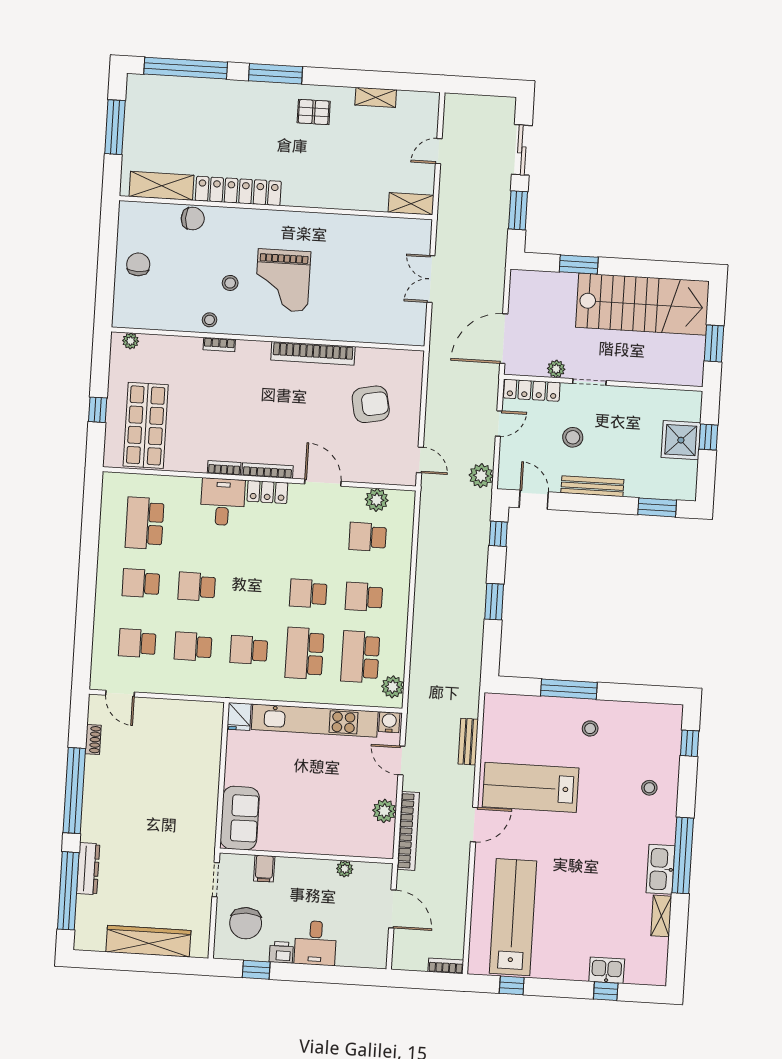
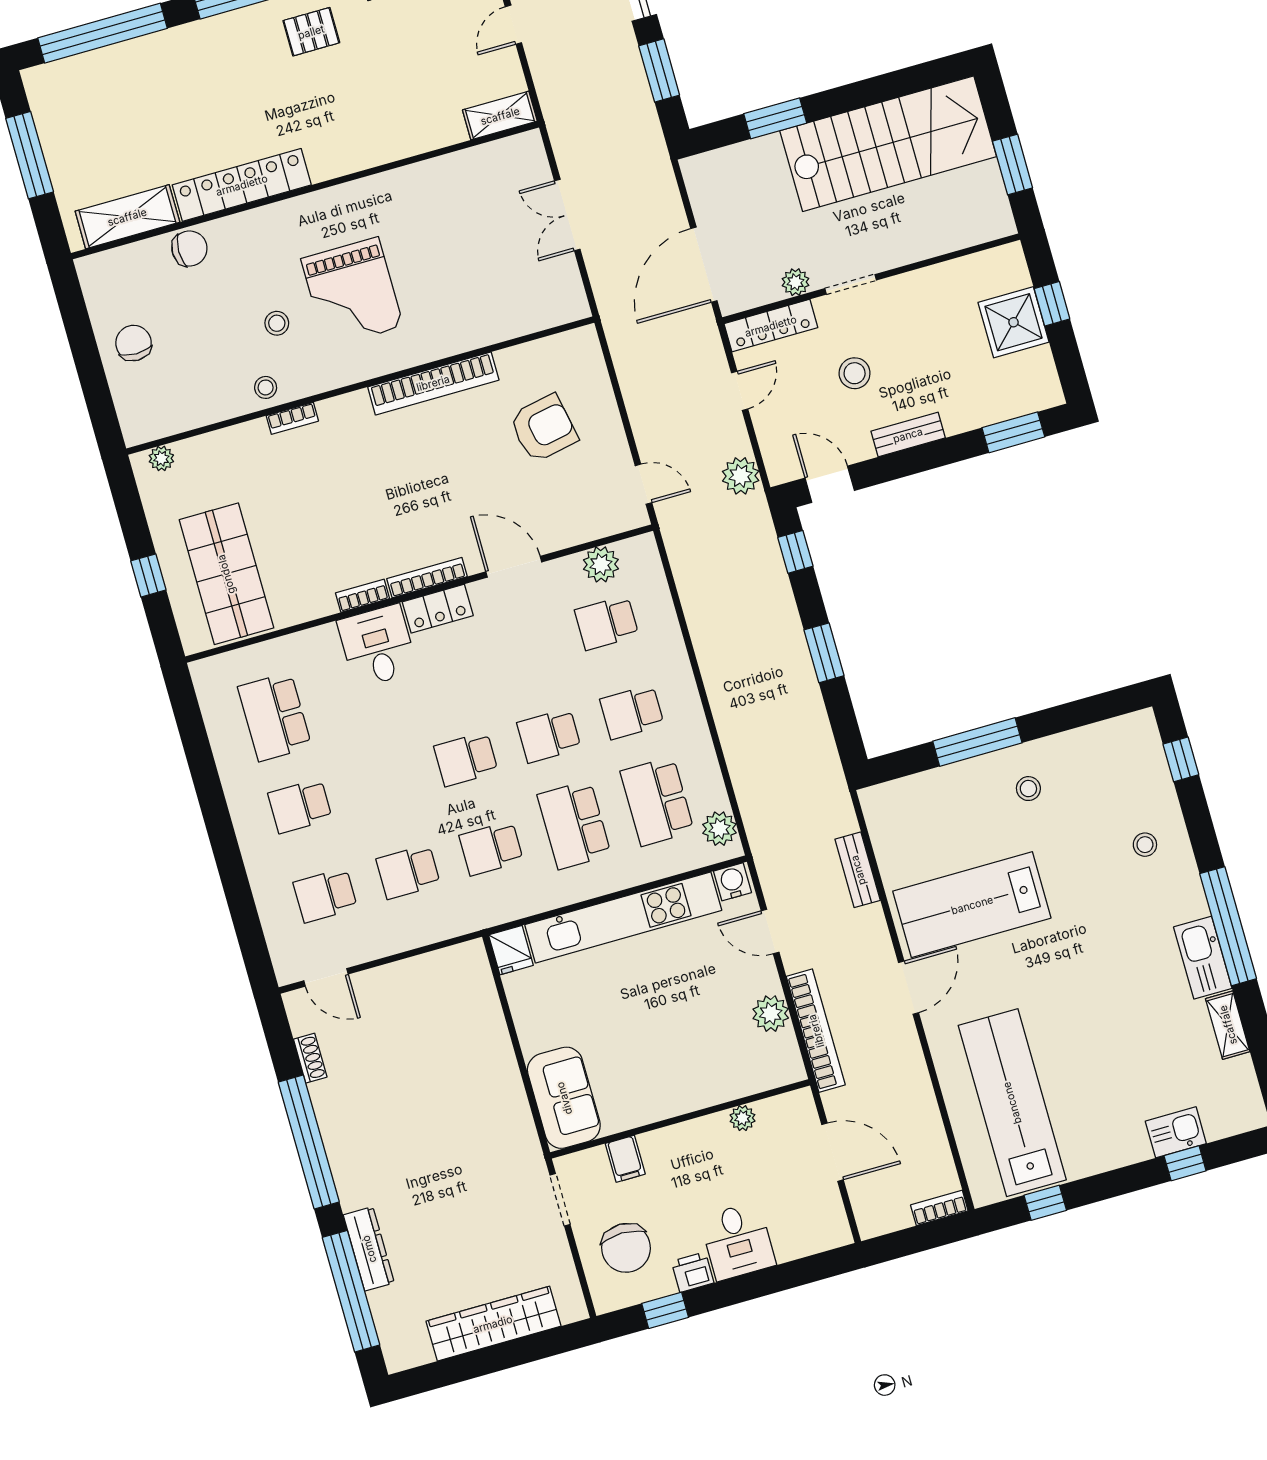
bench: (592, 486) -> (908, 435), width x0.73
school desk: (197, 587) -> (466, 759), moved

